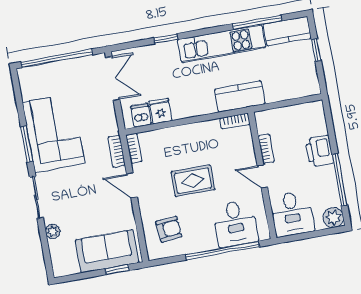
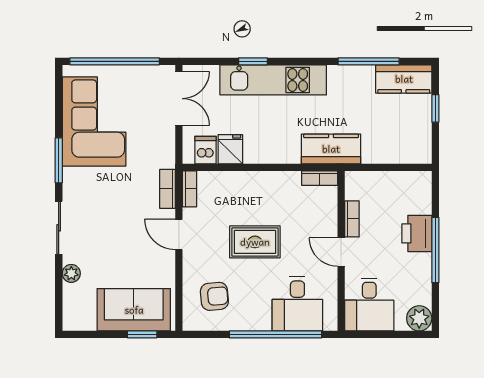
kitchen unit: (222, 44) -> (273, 80), moved
corner sofa: (54, 133) -> (94, 121), moved
window: (340, 180) -> (435, 250), moved

